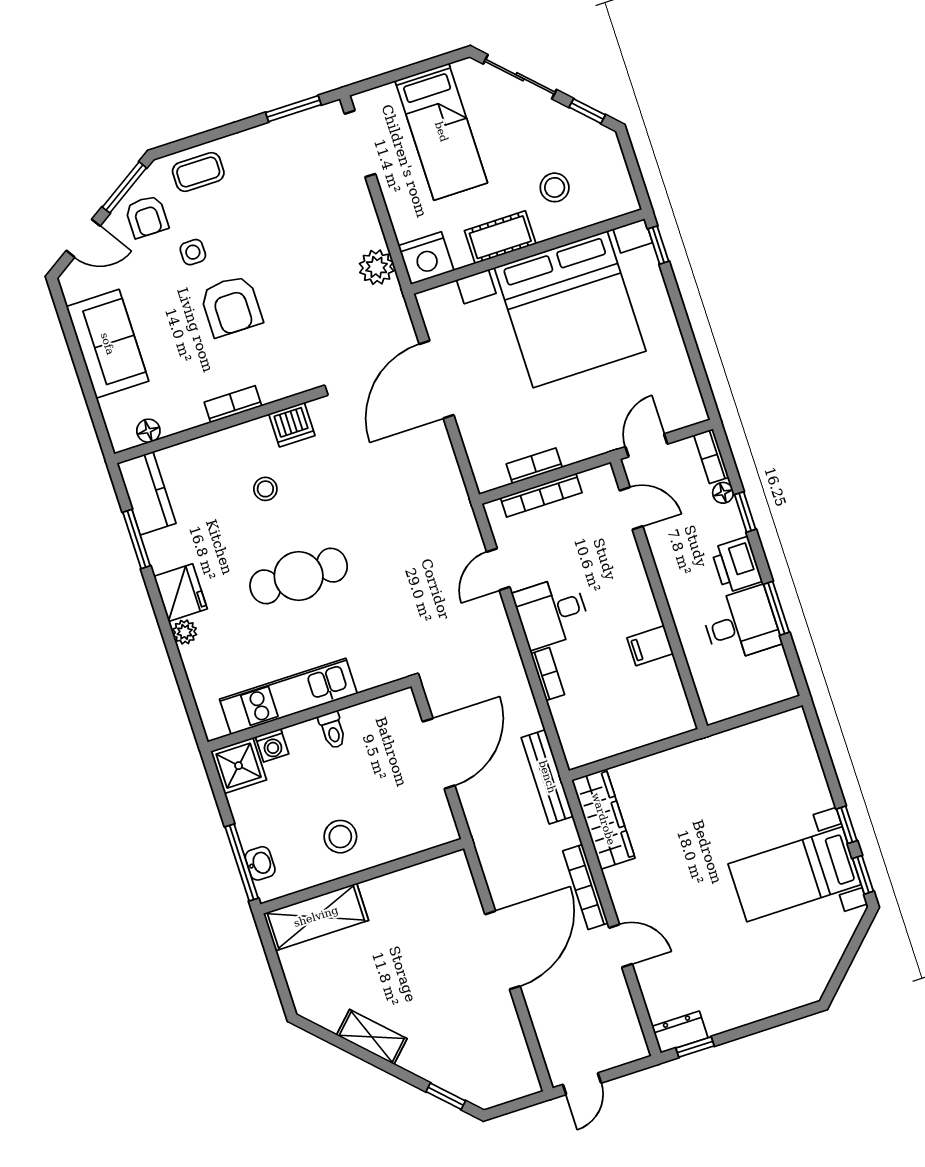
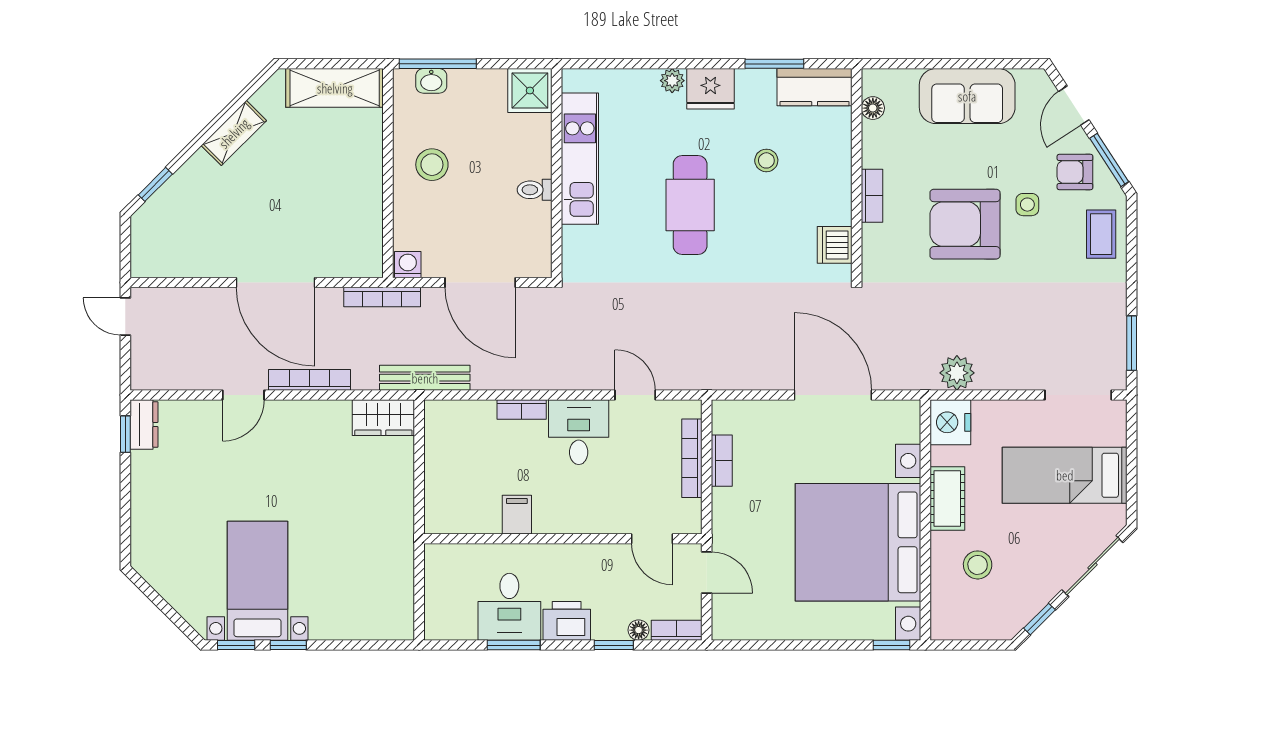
armchair: (231, 306) -> (965, 224), width x1.36, depth x1.36
stool: (265, 489) -> (766, 160), moved
door: (631, 508) -> (652, 539), hinge flipped
washing machine: (272, 745) -> (408, 265), moved, turned 90
wardrobe: (603, 819) -> (383, 418), width x0.67
bookcase: (483, 843) -> (382, 297), added
shelving: (316, 917) -> (335, 88), moved, turned 90

